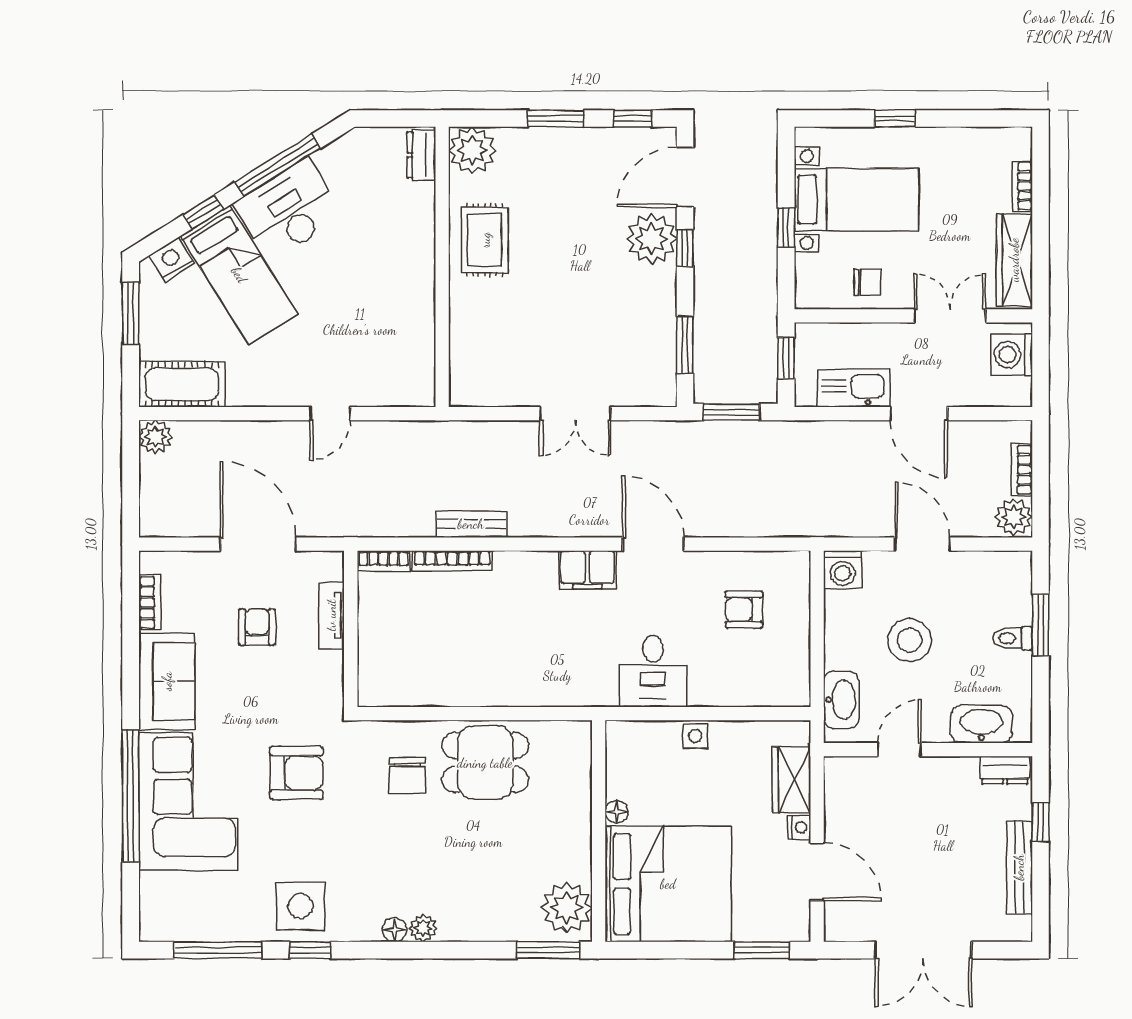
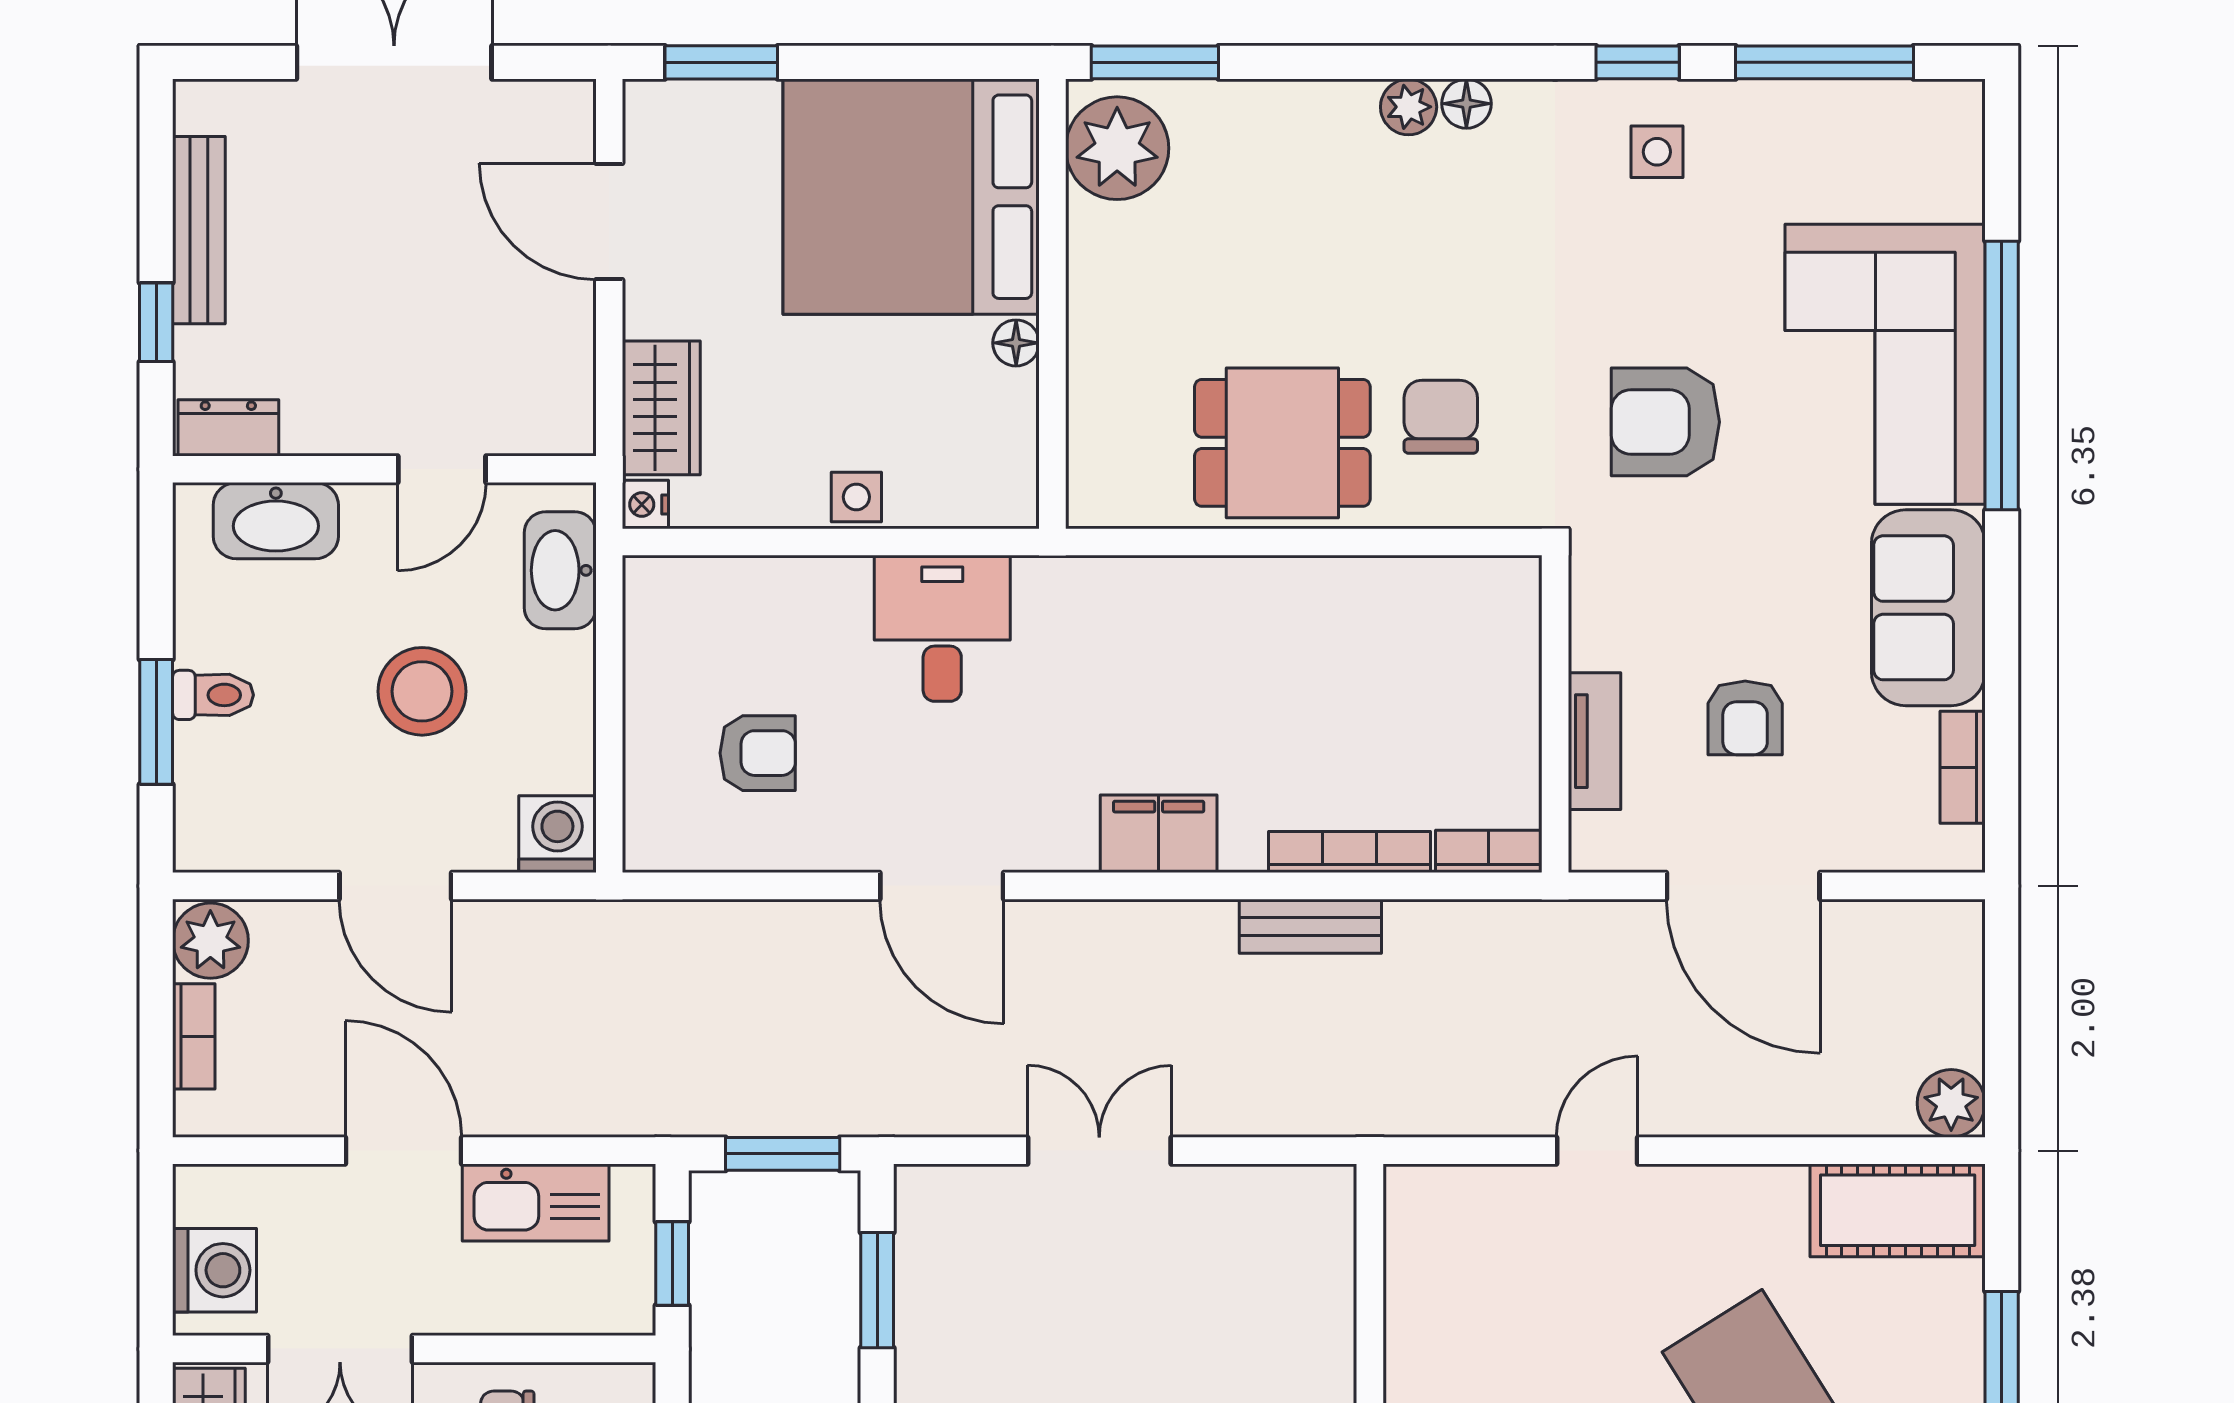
filing cabinet: (587, 570) -> (1159, 834), moved
nightstand: (799, 827) -> (645, 504), moved
side table: (301, 906) -> (1657, 152), width x0.54, depth x0.54

